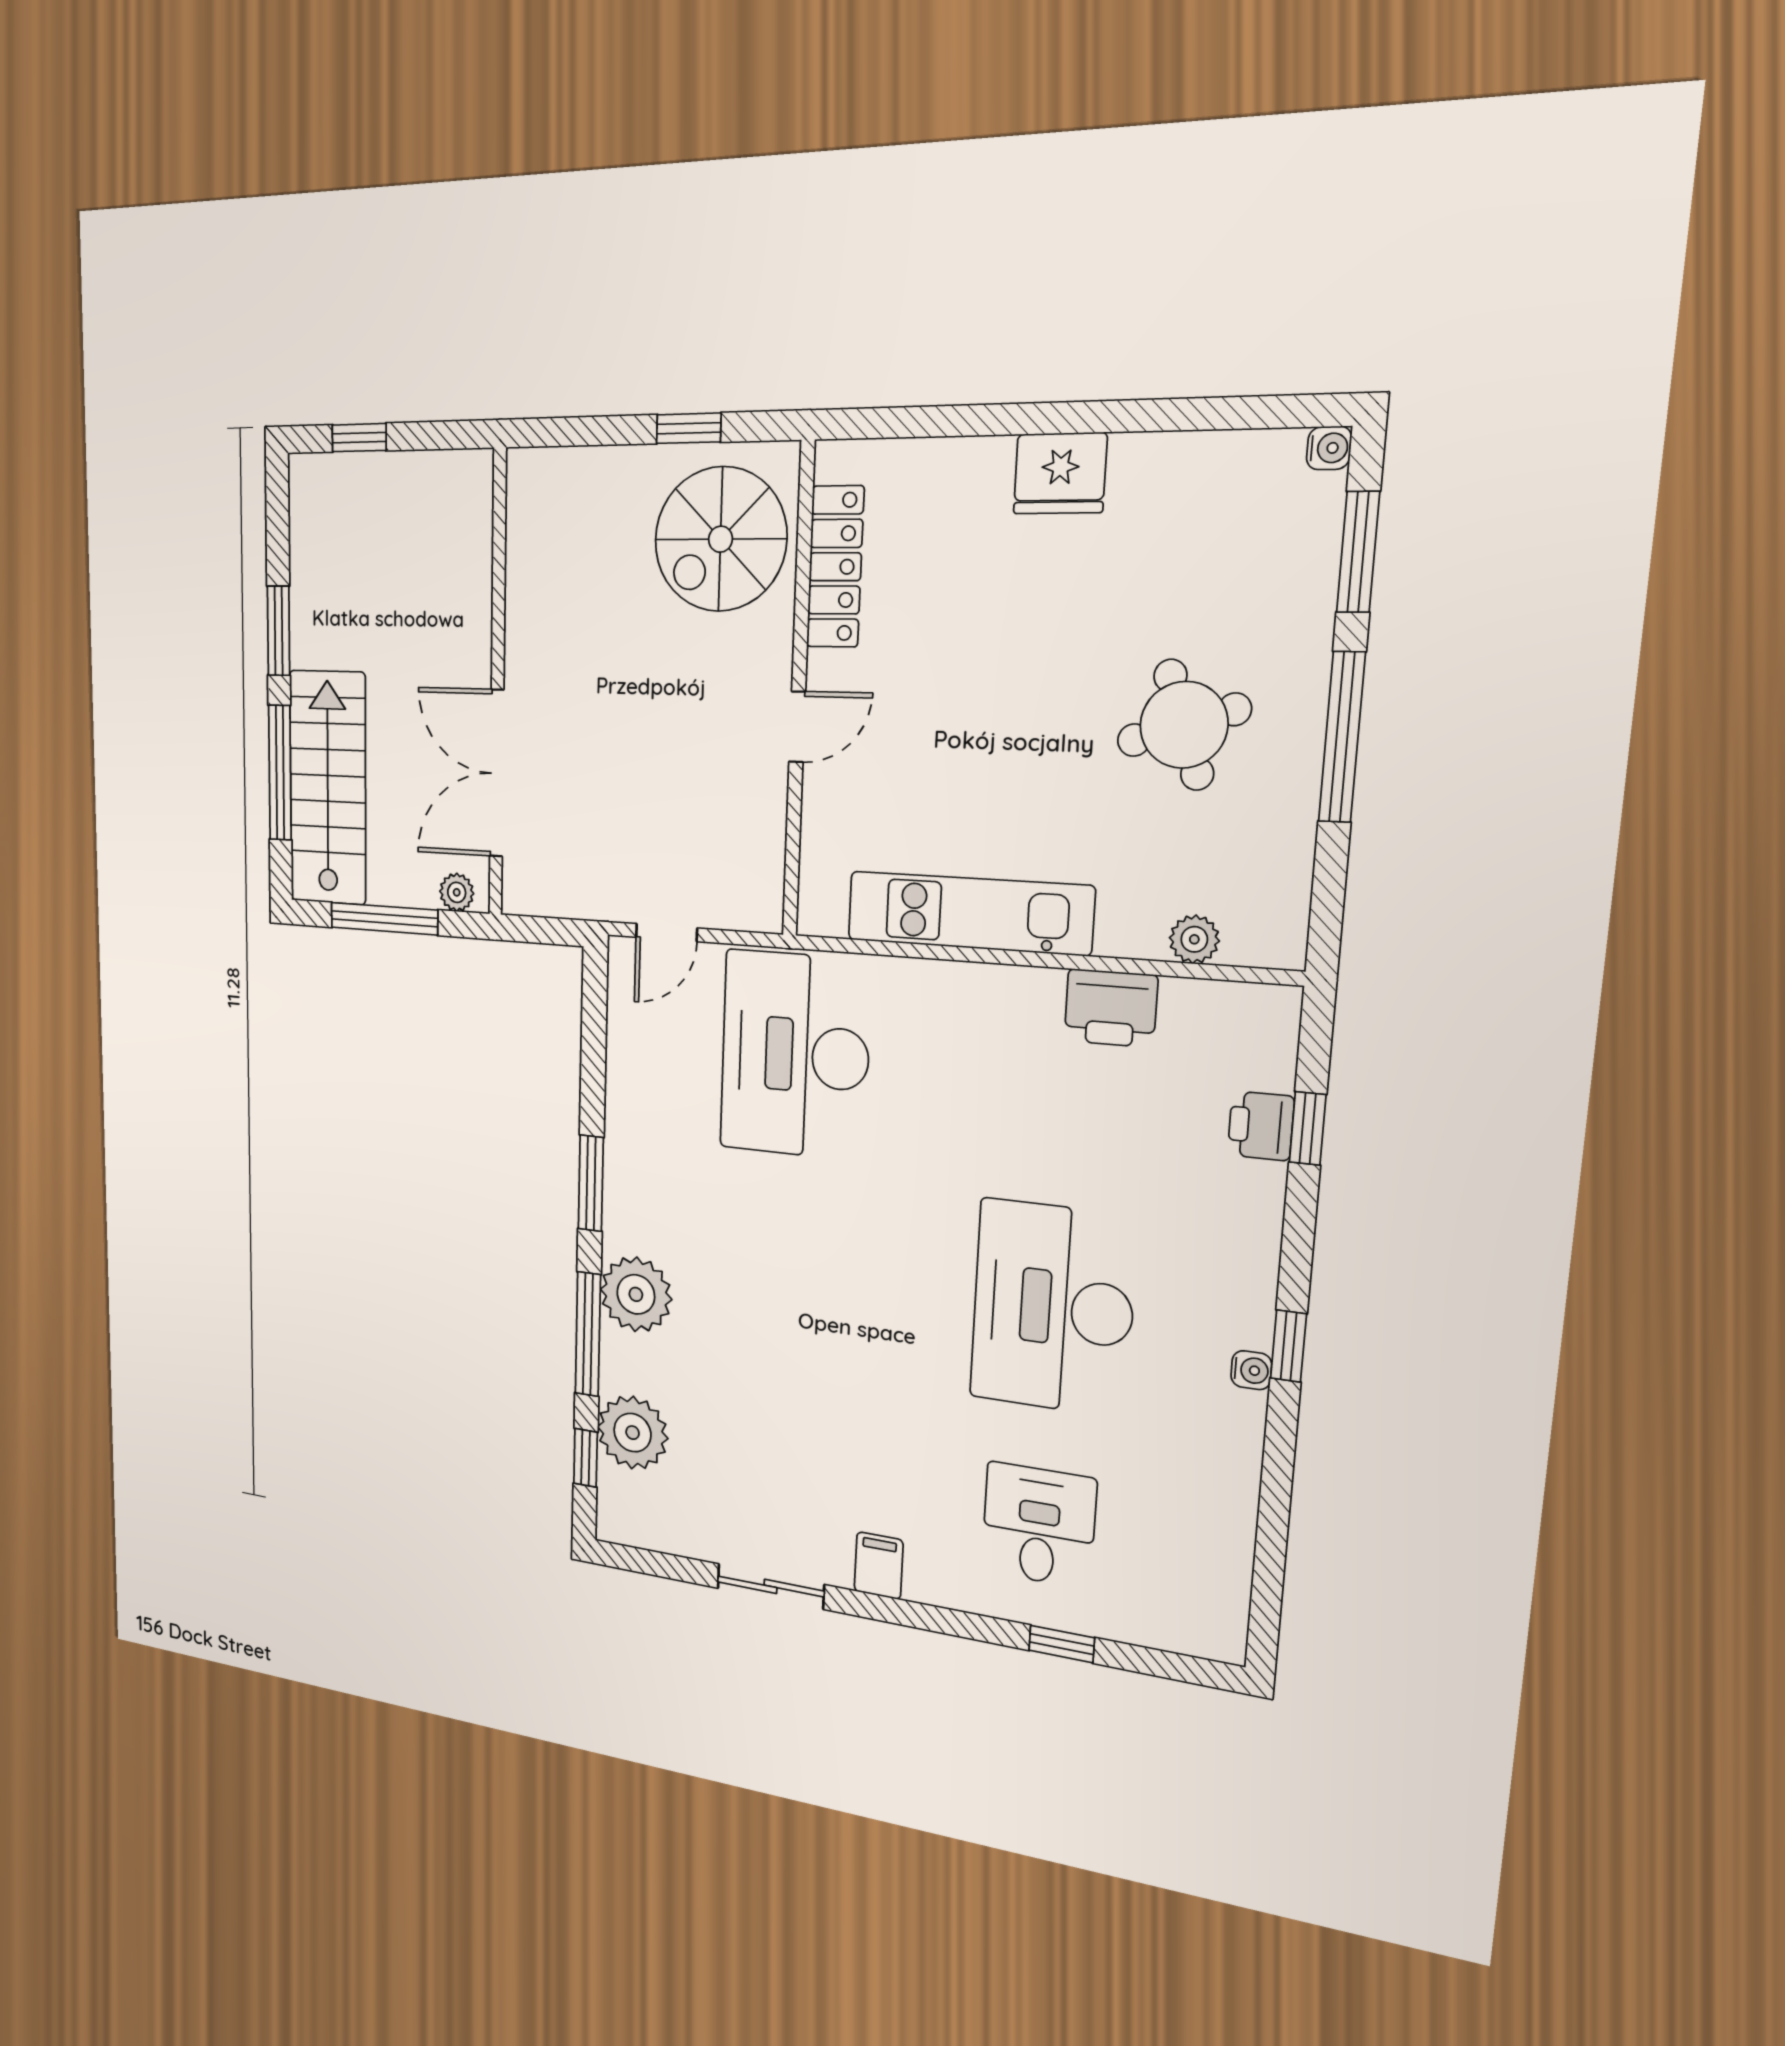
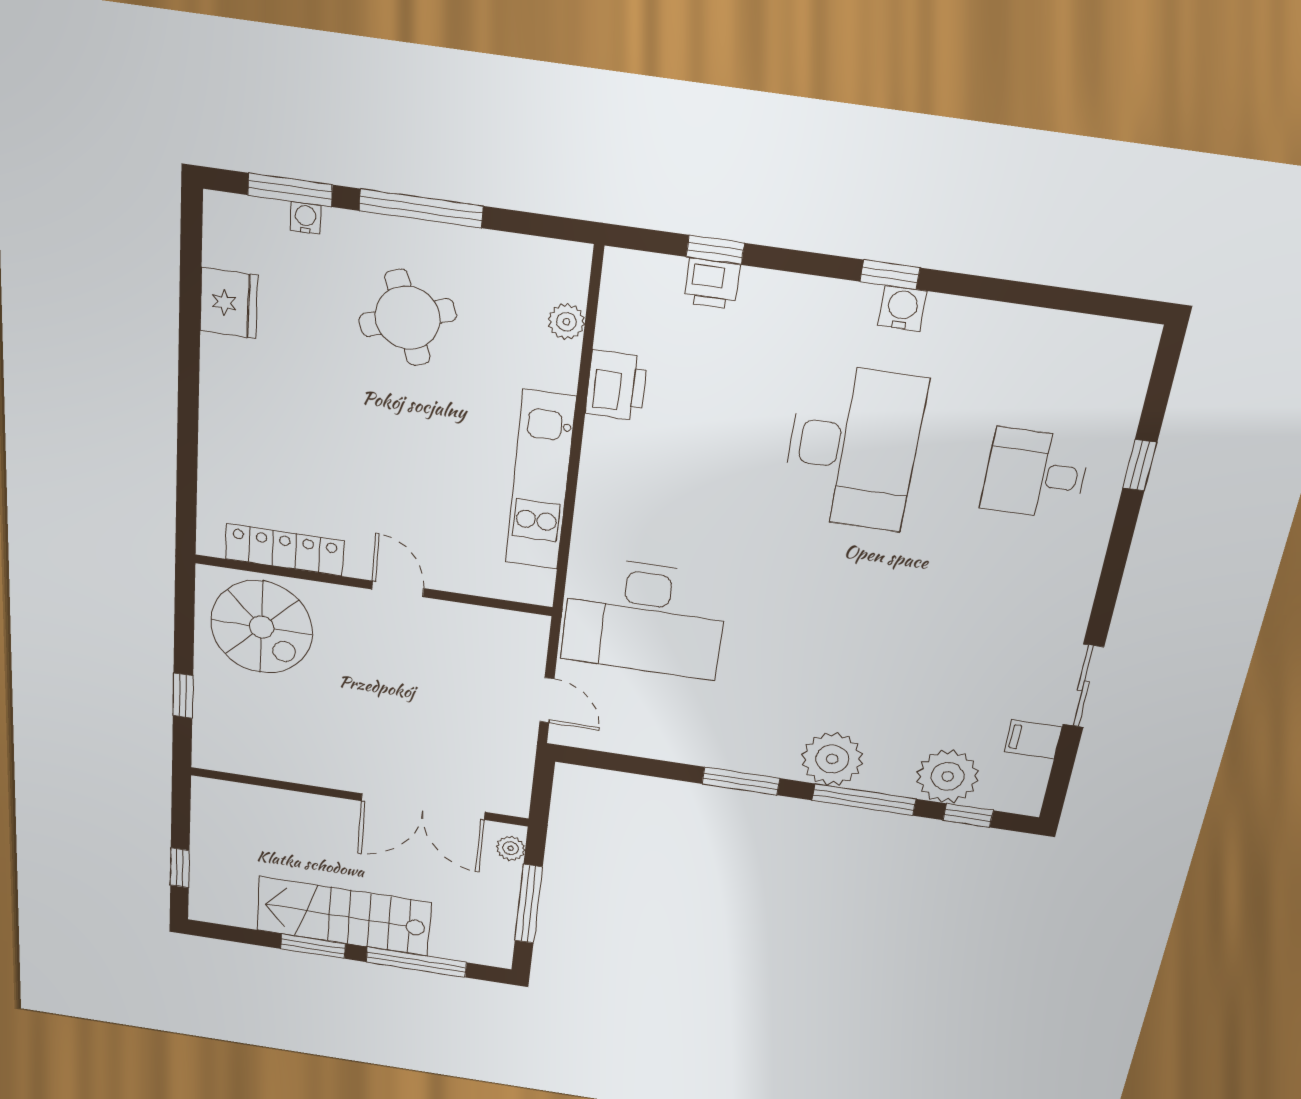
window: (689, 428) -> (183, 696), moved
water cooler: (1329, 448) -> (306, 218), moved
fridge: (1060, 473) -> (229, 303), moved
stairs: (328, 788) -> (344, 916), moved
desk: (1053, 1308) -> (853, 448), turned -90
water cooler: (1251, 1370) -> (902, 308), width x1.38, depth x1.38
filing cabinet: (879, 1566) -> (1033, 739), moved

